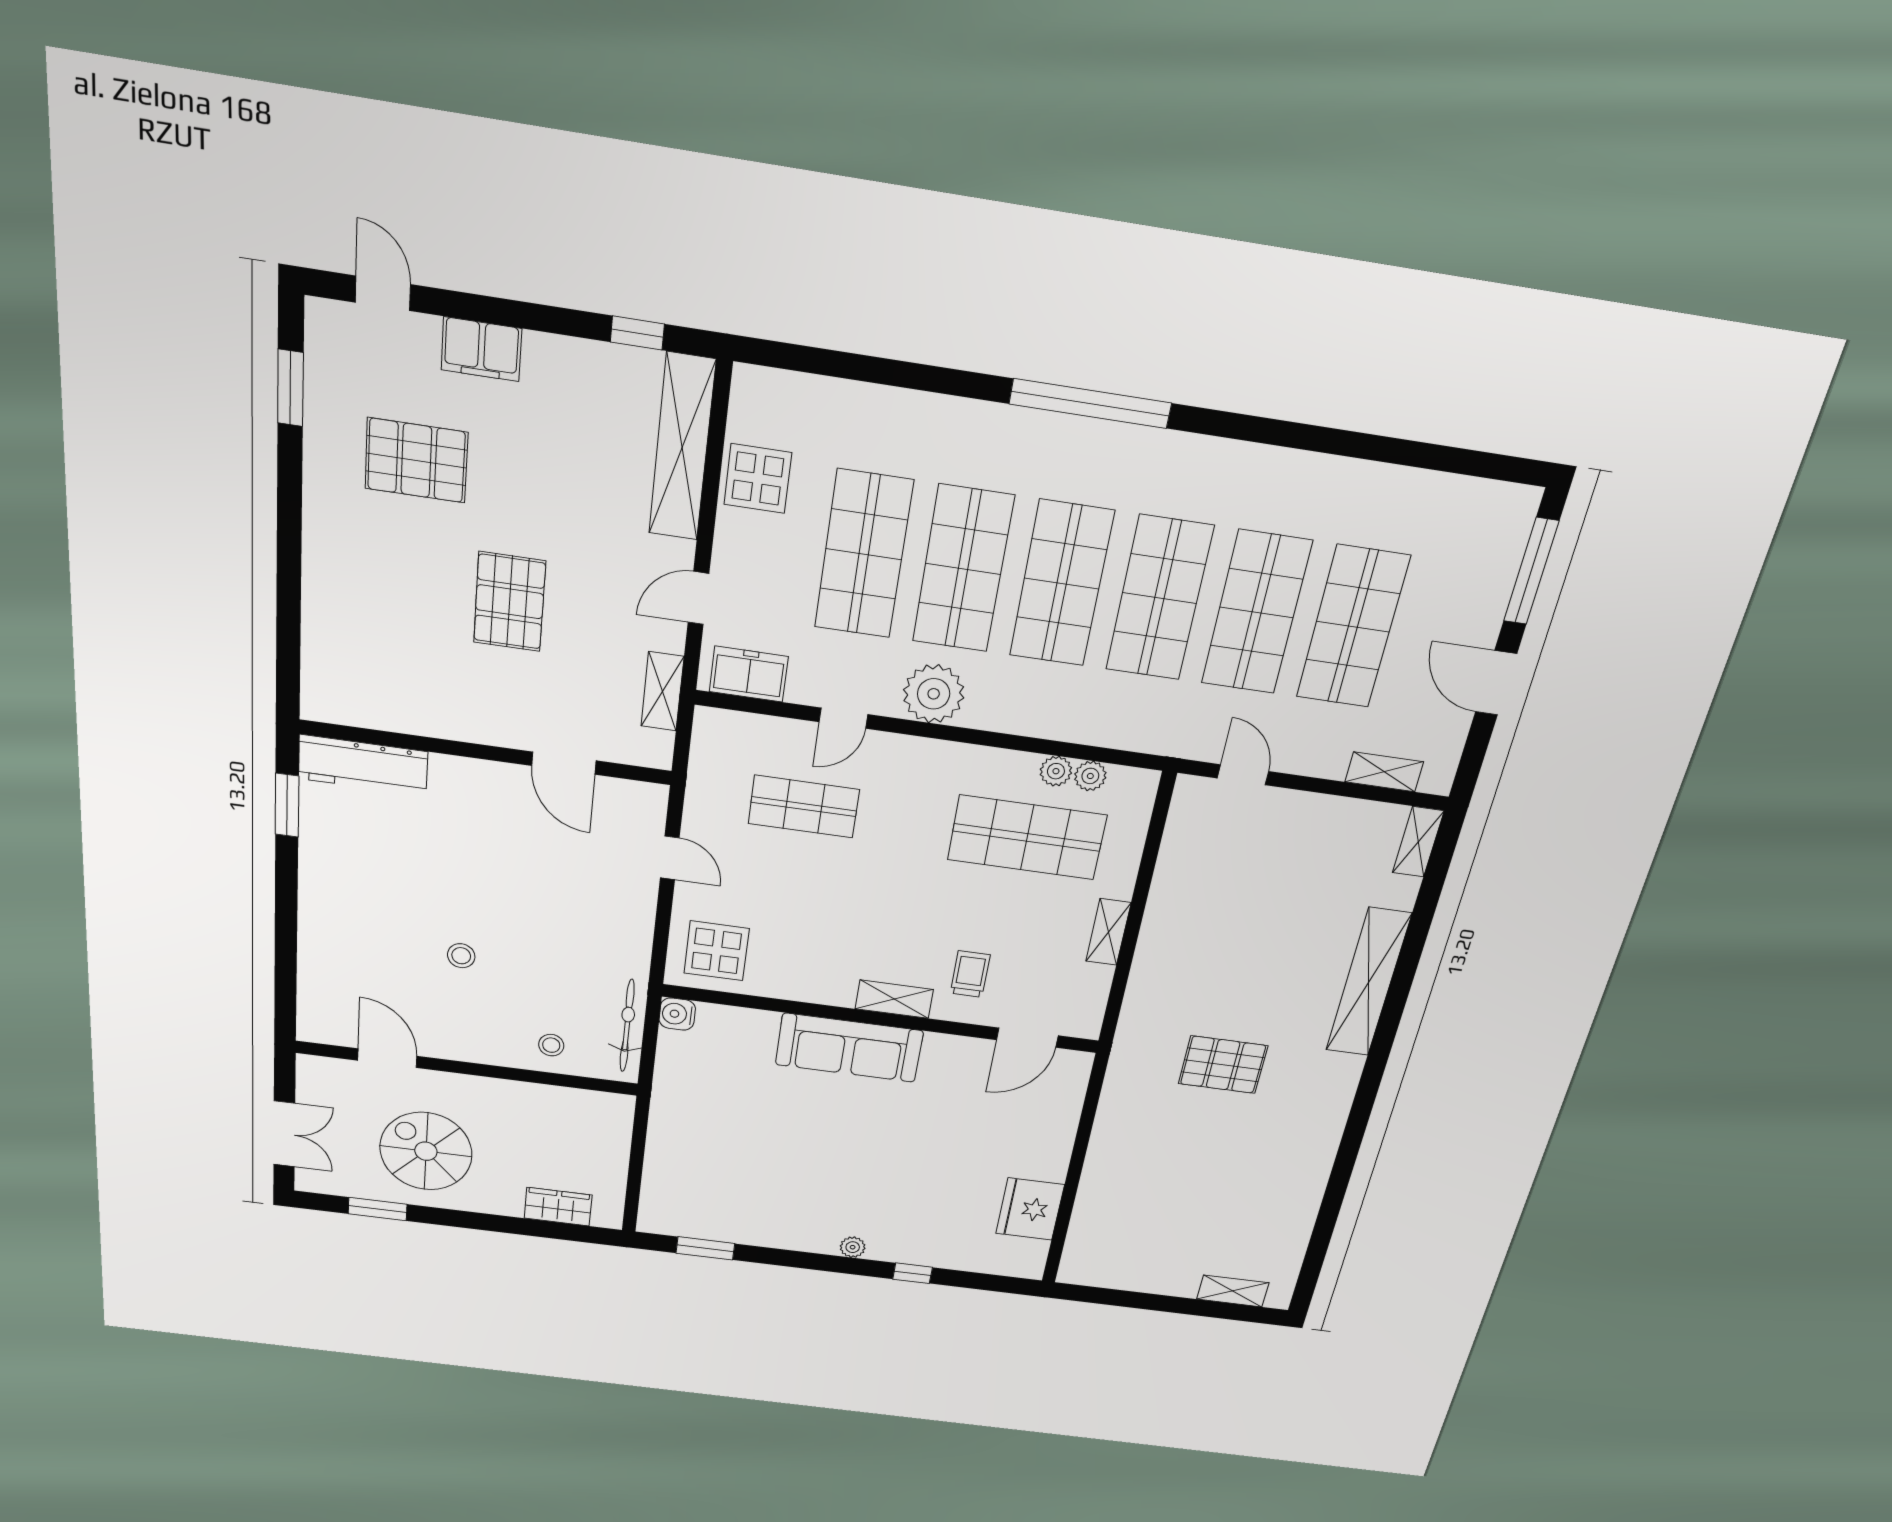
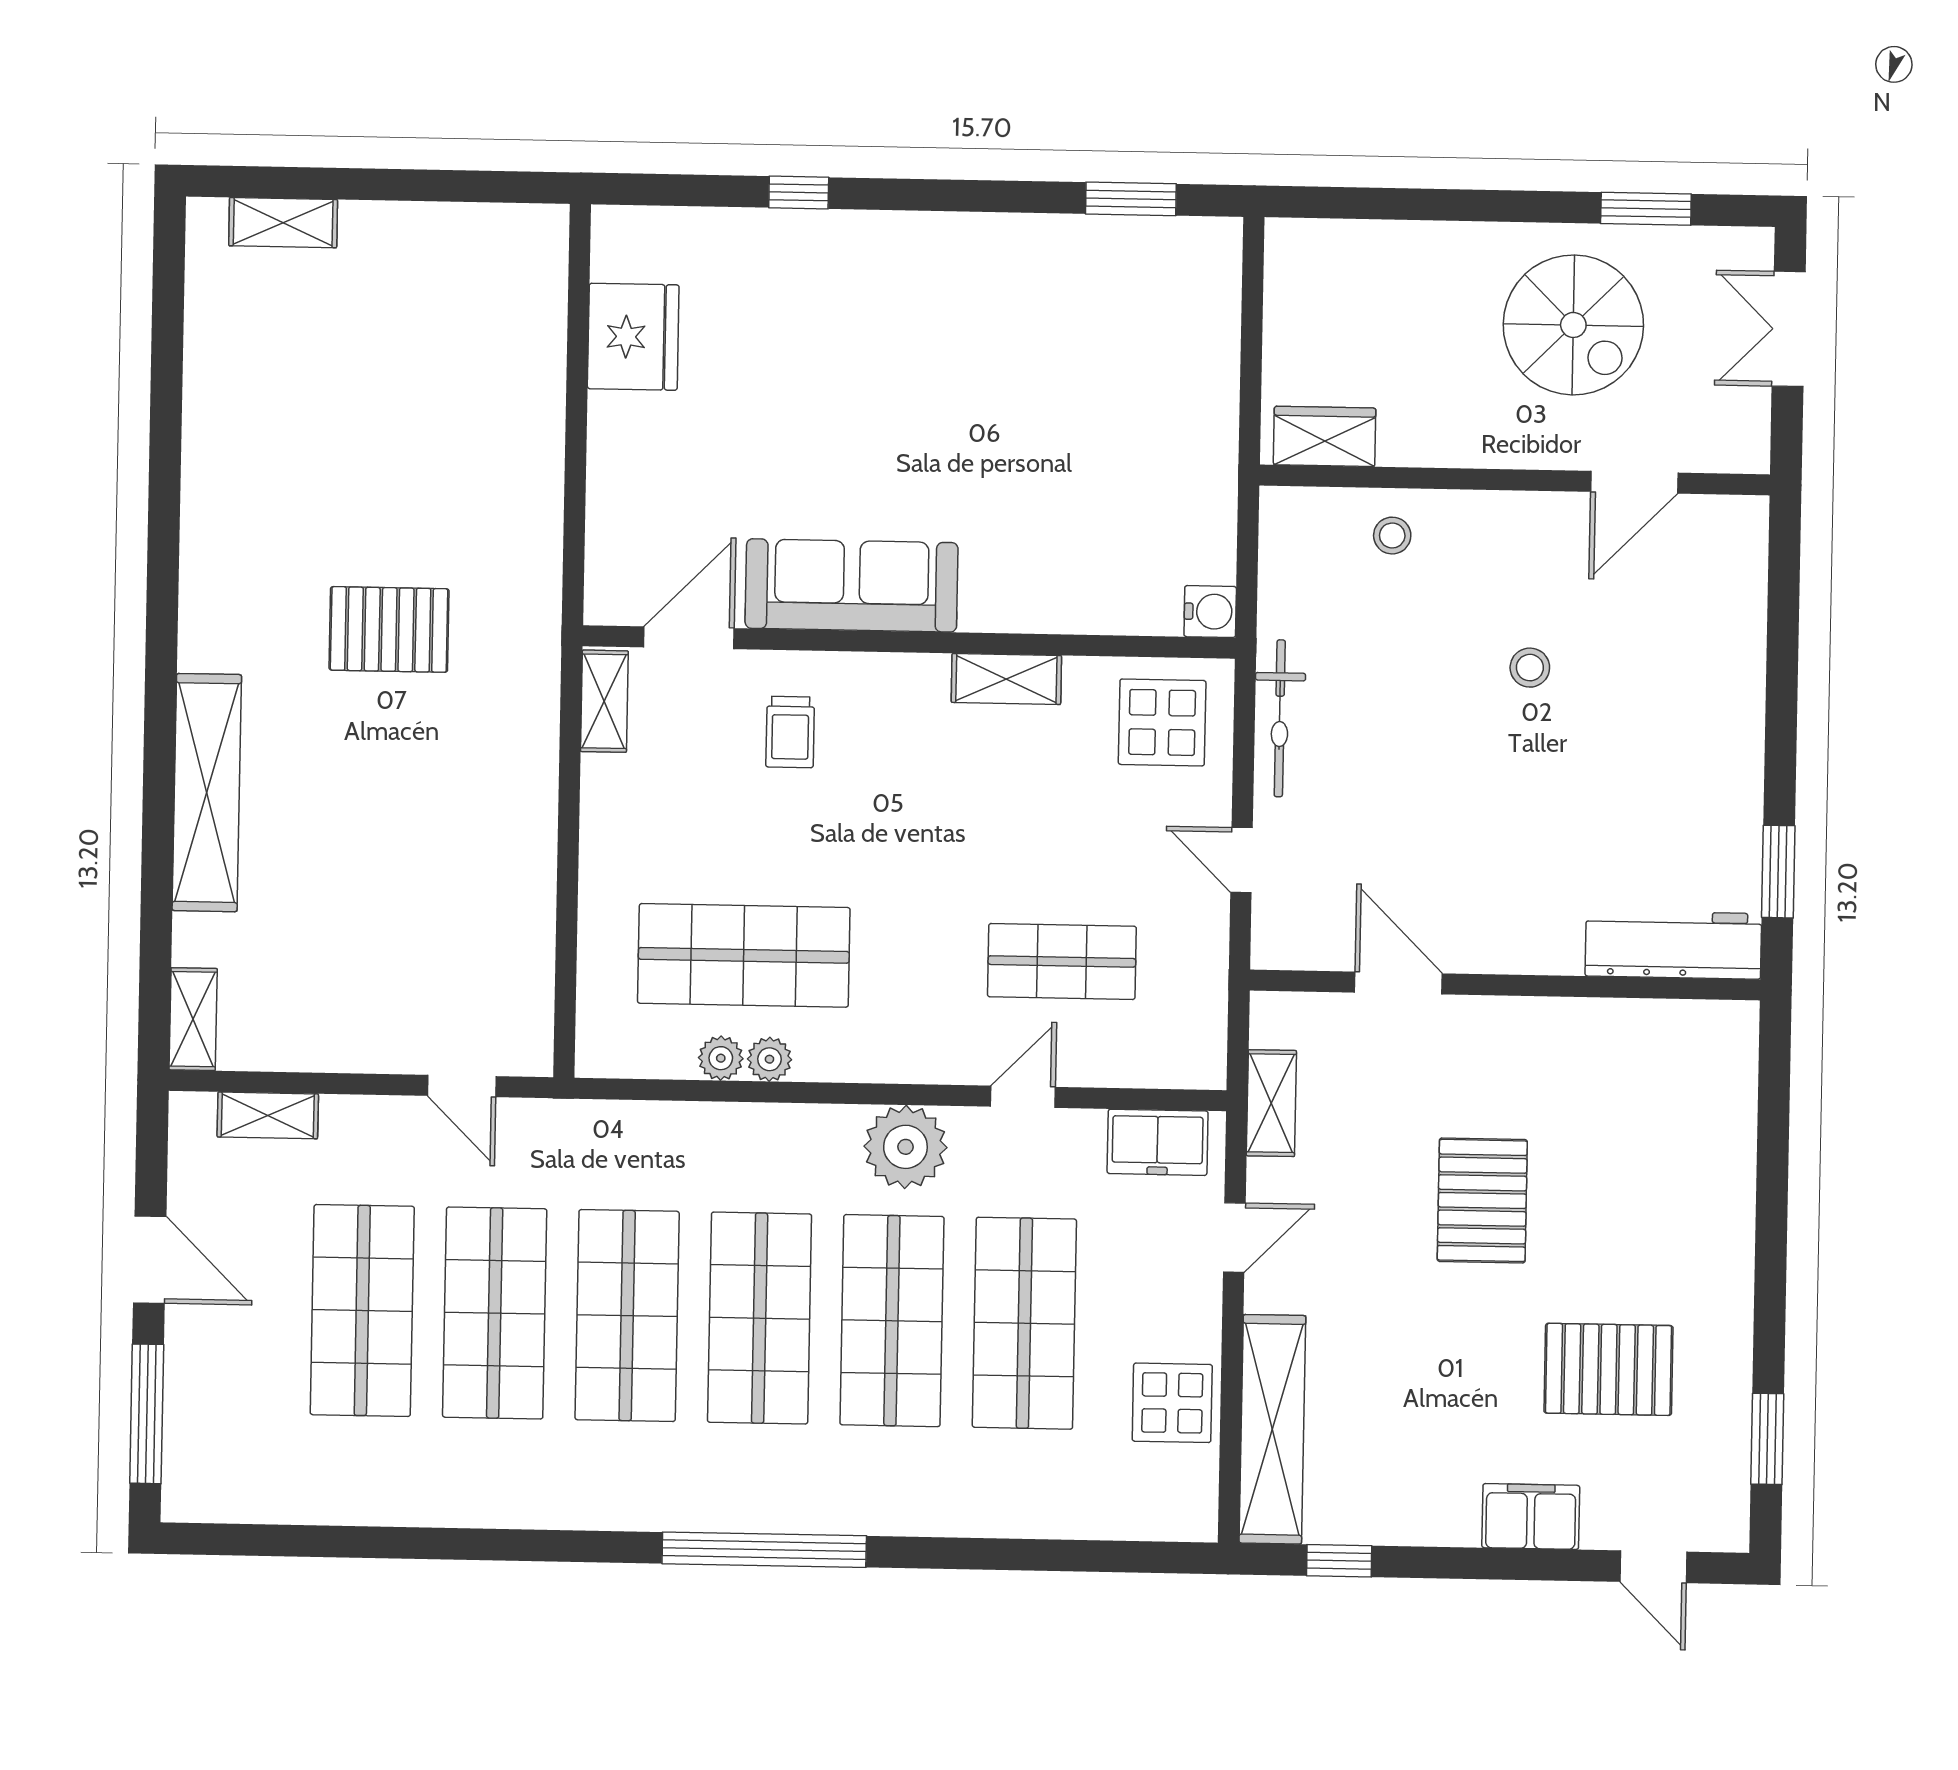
plant: (1090, 776) -> (769, 1059), moved
shelving: (1108, 932) -> (604, 701), moved
shelving: (894, 999) -> (1006, 679), moved
bicycle: (627, 1026) -> (1280, 718), moved
sofa: (849, 1048) -> (852, 585), moved
door: (387, 1058) -> (1634, 482), hinge flipped
wardrobe: (558, 1207) -> (1325, 436), moved, turned 180
plant: (853, 1247) -> (900, 230), removed

